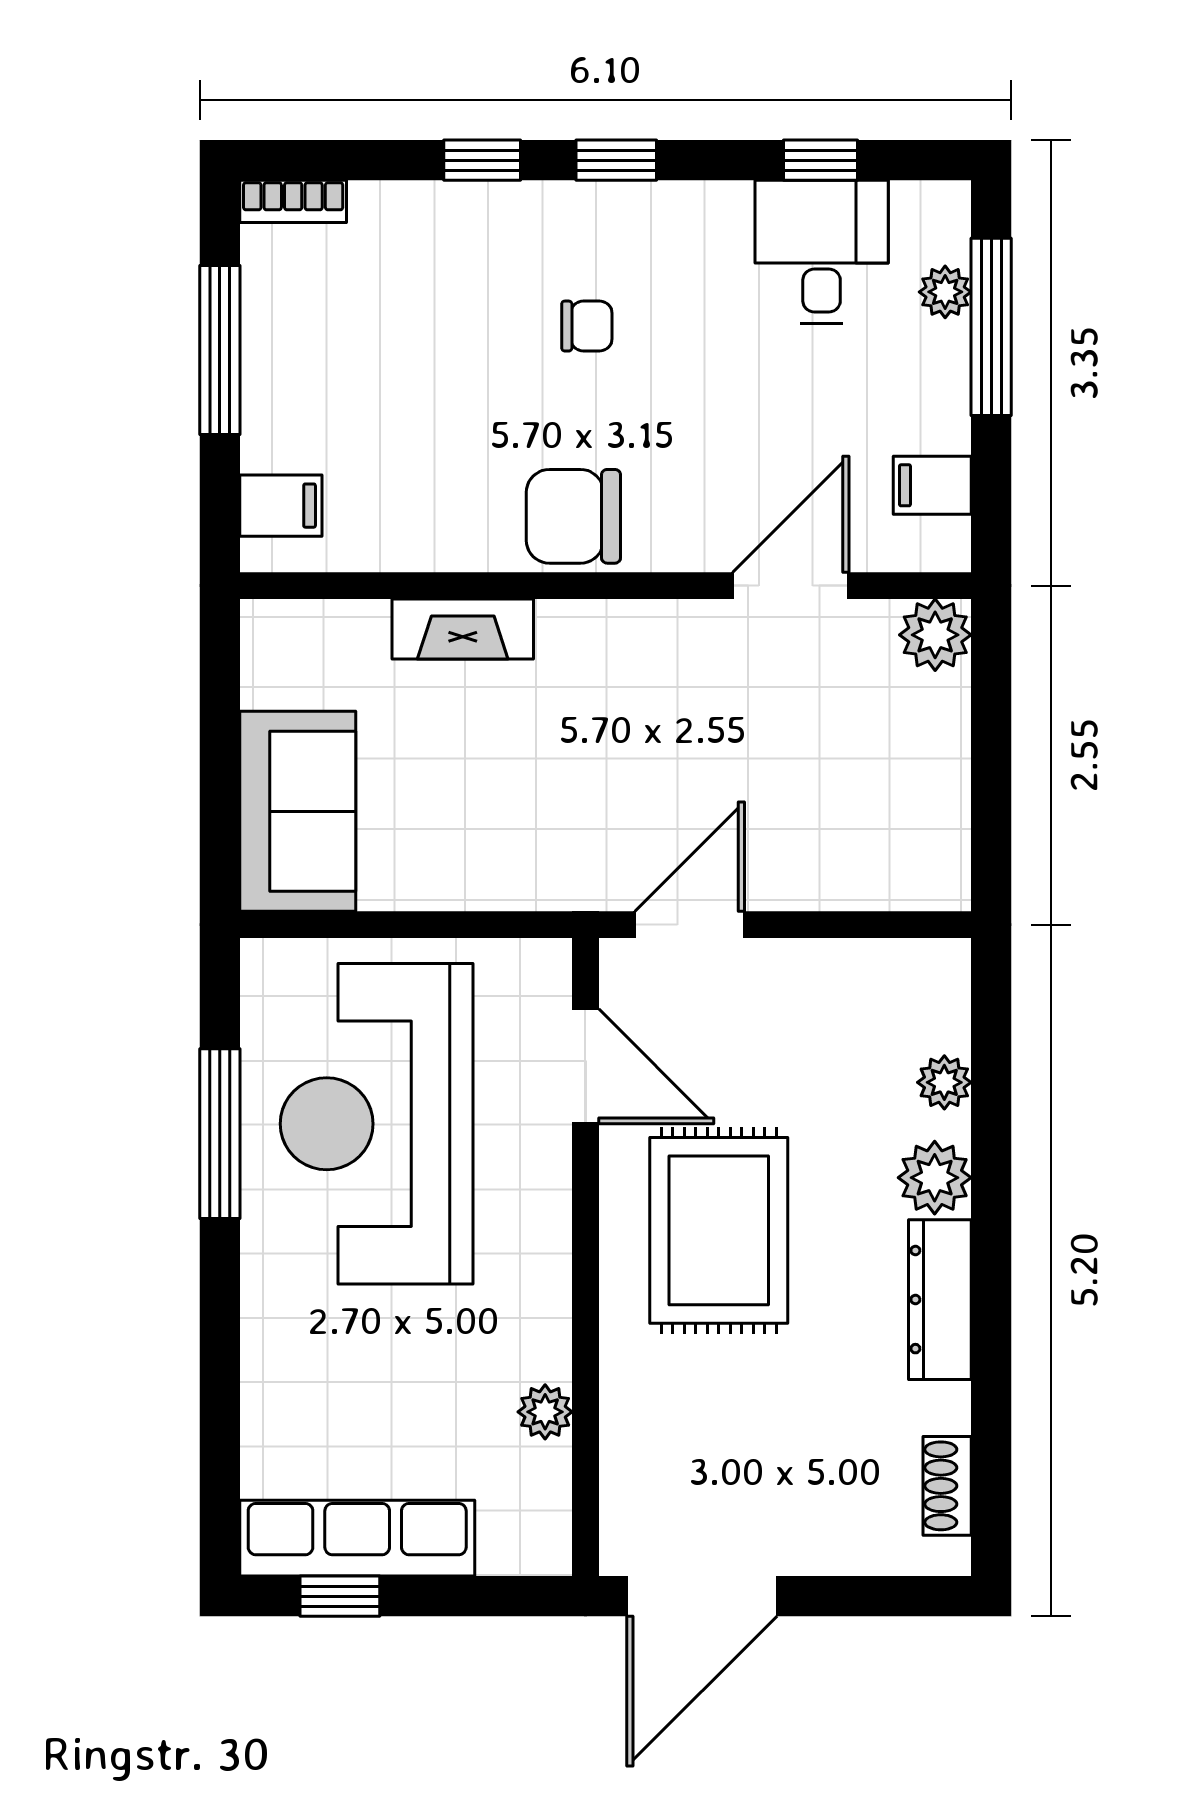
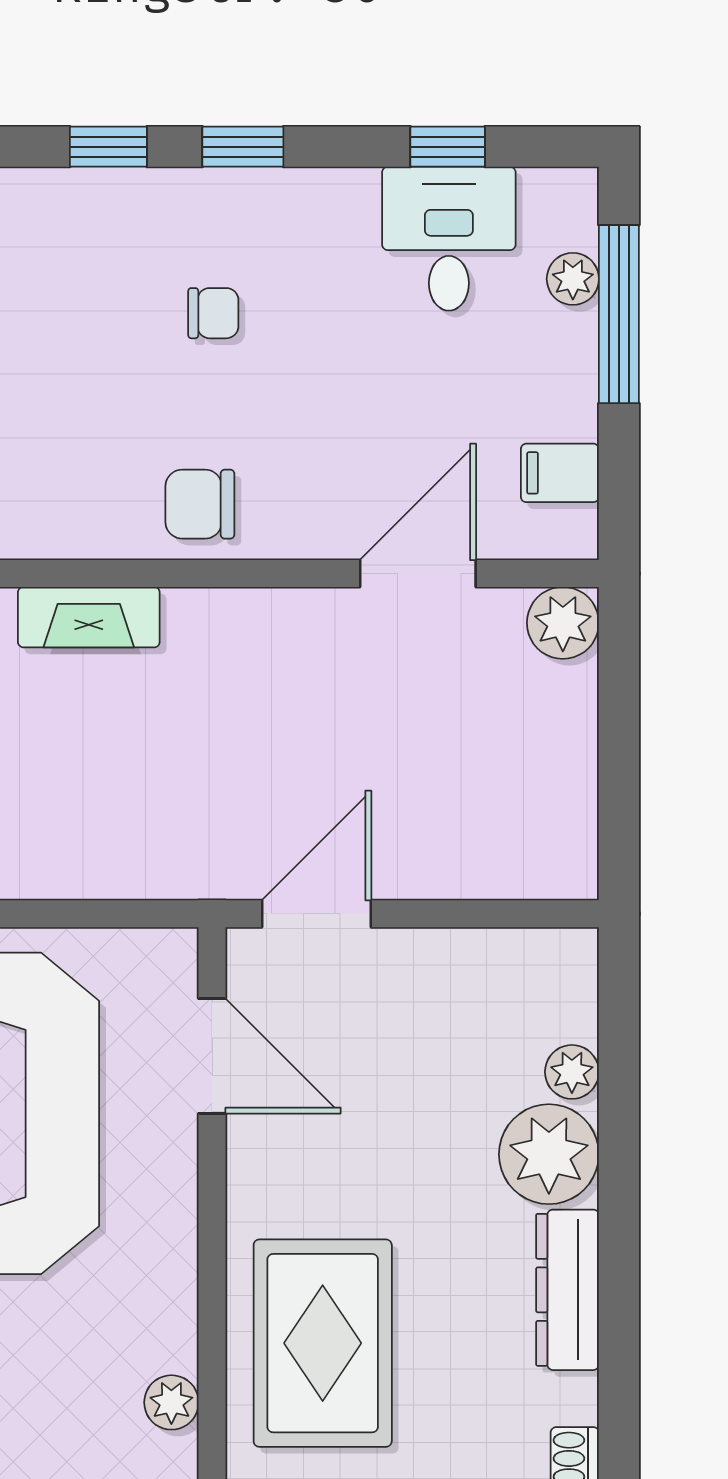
chair: (573, 516) -> (200, 504), width x0.73, depth x0.73
plant: (935, 1178) -> (549, 1154), width x1.36, depth x1.36
rug: (719, 1230) -> (323, 1343), moved

